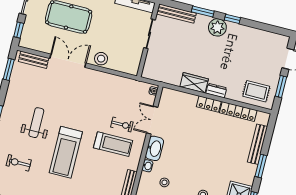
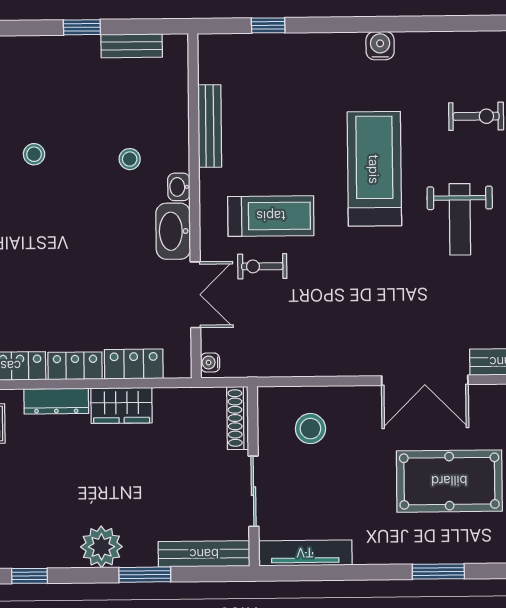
window: (232, 19) -> (29, 576), moved
stool: (101, 59) -> (310, 429), moved
shoe rack: (148, 65) -> (238, 418), added
dresser: (216, 91) -> (56, 401), width x1.44
locker: (185, 98) -> (134, 364), added
treadmill: (113, 144) -> (271, 216), turned 180

